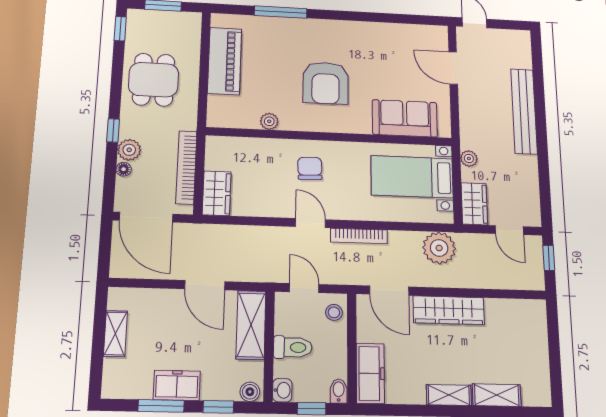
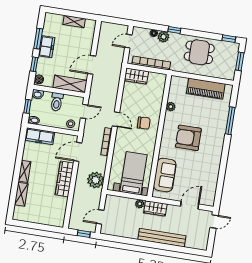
wardrobe: (474, 204) -> (155, 208), moved
door: (146, 217) -> (128, 41), width x0.53
door: (310, 223) -> (116, 119), hinge flipped

